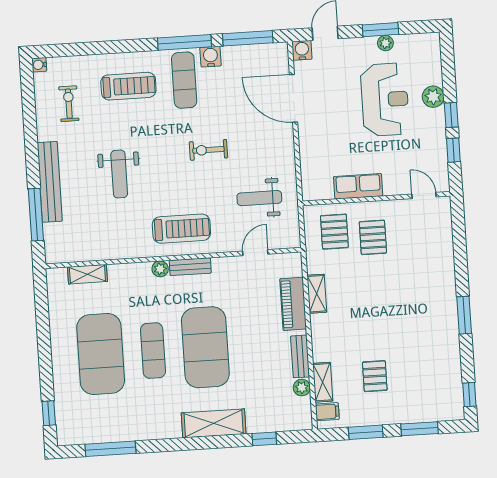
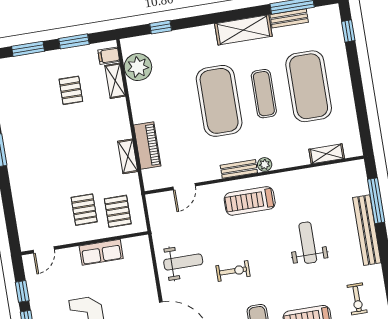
door: (424, 196) -> (44, 250), hinge flipped
weight bench: (259, 198) -> (183, 262), moved
bench: (300, 356) -> (289, 18), moved, turned 90
plant: (302, 388) -> (138, 67), width x1.88, depth x1.88
shelving: (214, 423) -> (243, 30), moved

